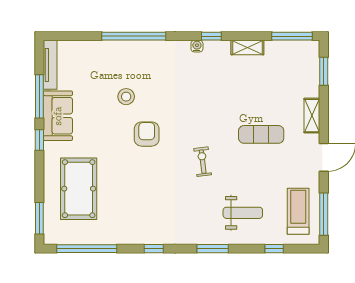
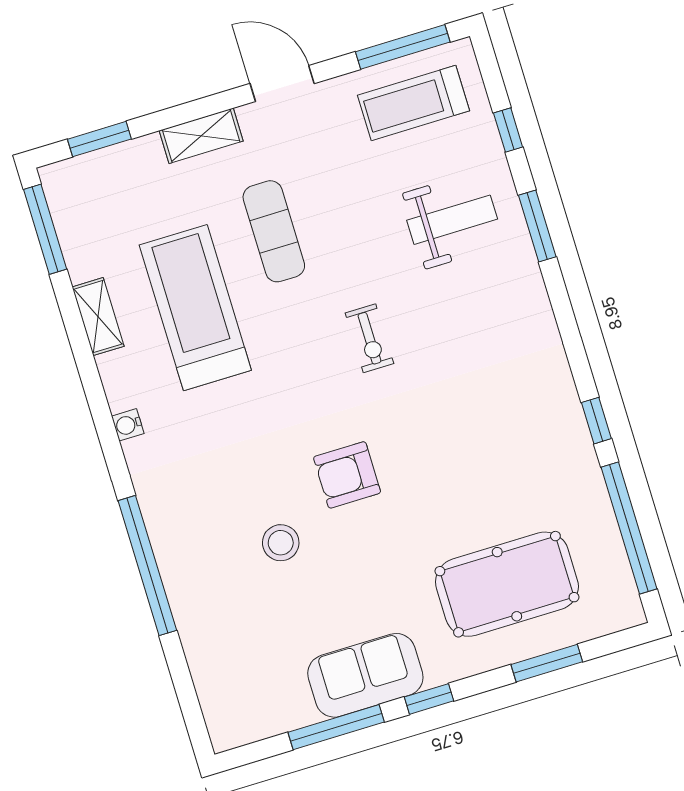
window: (211, 36) -> (97, 400), removed
tv unit: (50, 65) -> (262, 725), removed
treadmill: (239, 91) -> (195, 308), added
exercise bike: (203, 162) -> (369, 338), turned -83
weight bench: (243, 213) -> (452, 220), turned 90
window: (39, 218) -> (547, 663), moved
window: (154, 249) -> (596, 421), moved
window: (213, 249) -> (537, 226), moved

